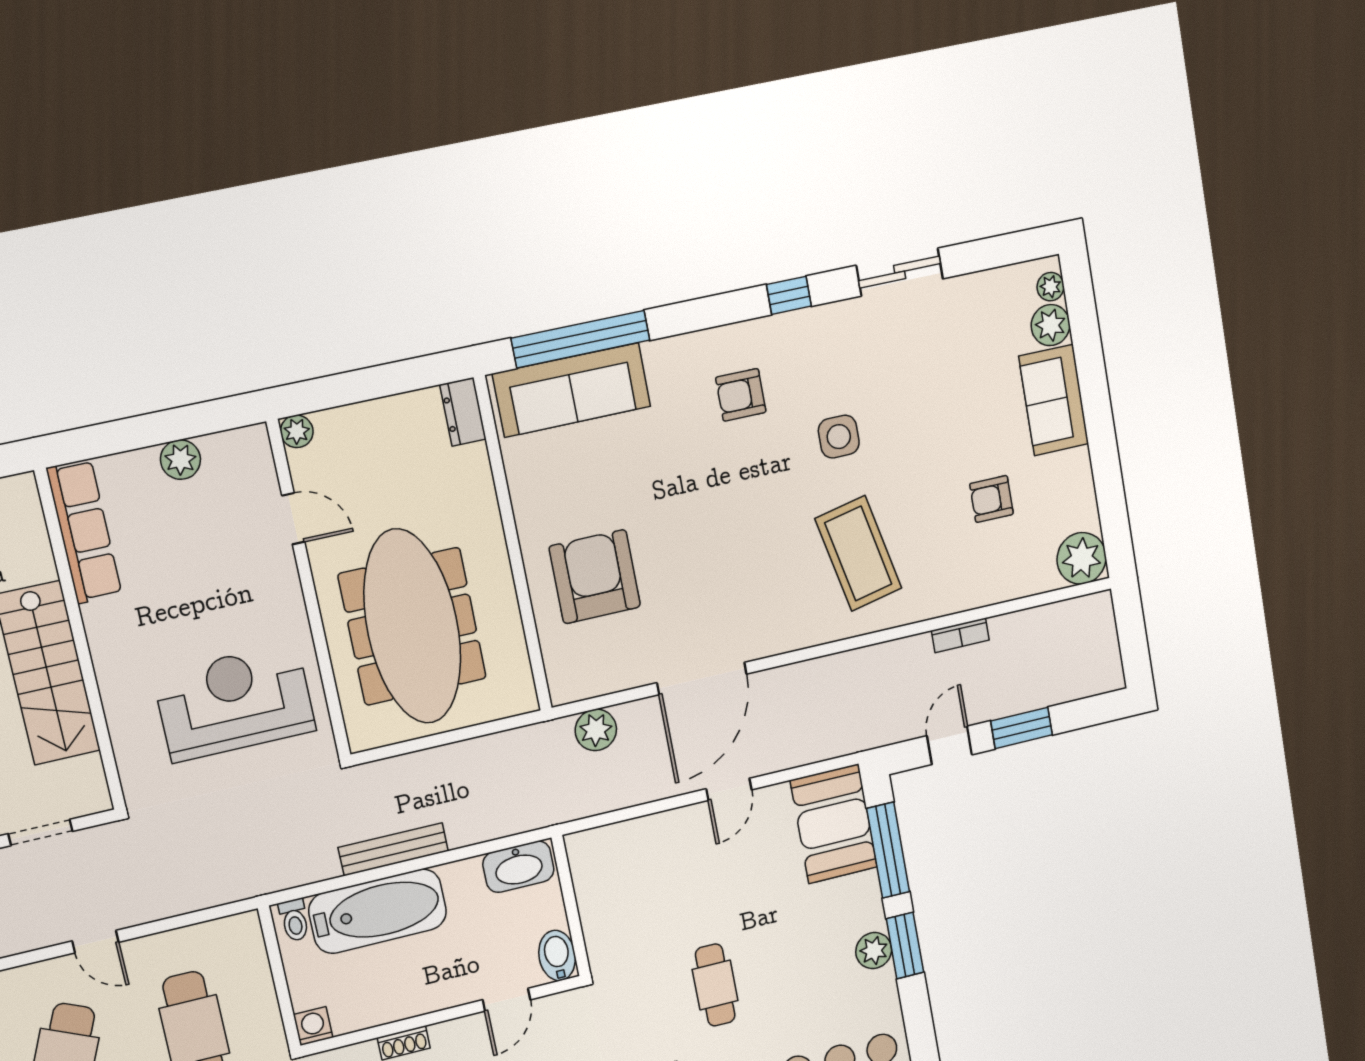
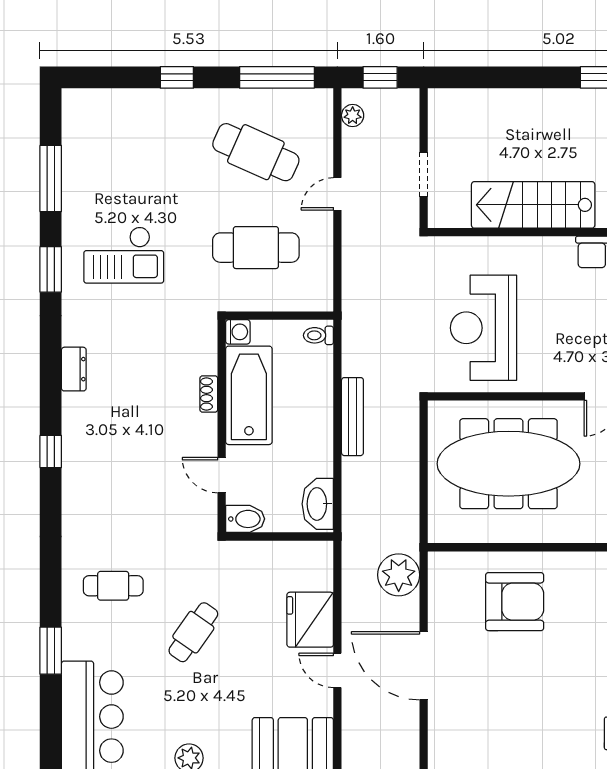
reception desk: (235, 702) -> (483, 328), turned 180
plant: (596, 730) -> (399, 575), width x1.36, depth x1.36
fridge: (671, 840) -> (310, 620), added
bathtub: (378, 911) -> (249, 395), moved, turned 180
cafe table: (715, 985) -> (193, 632), turned -55

